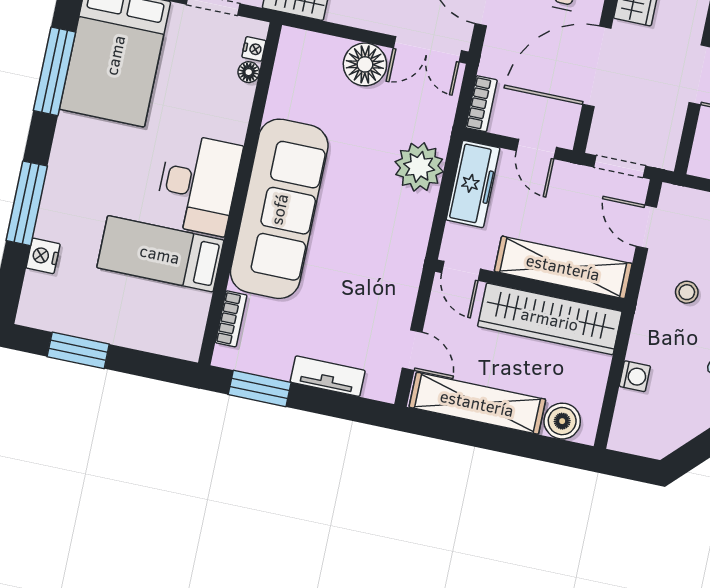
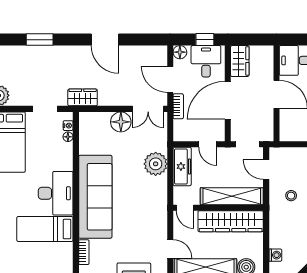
bookcase: (481, 104) -> (178, 106), moved
washing machine: (635, 376) -> (275, 255), moved

